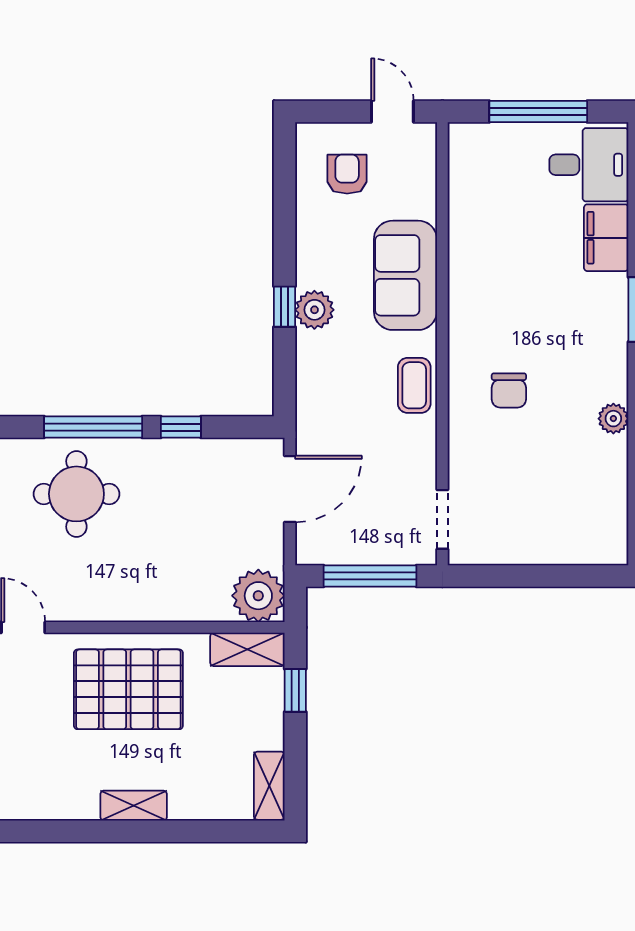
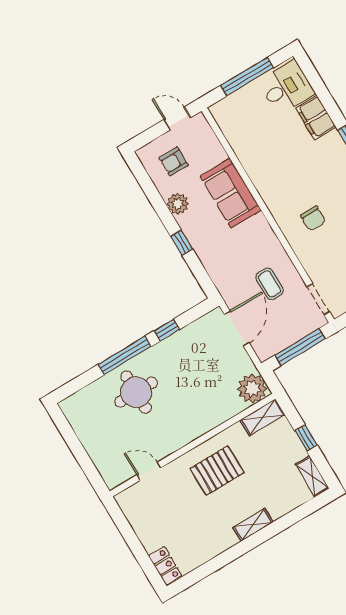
armchair: (347, 174) -> (174, 161), turned -90
plant: (314, 310) -> (178, 204), moved
coffee table: (414, 385) -> (270, 284), moved
pallet: (128, 689) -> (217, 471), width x0.73, depth x0.71
window: (295, 690) -> (306, 438), moved

